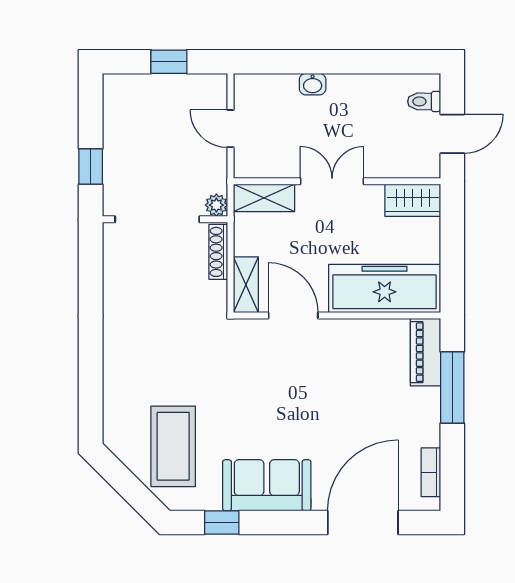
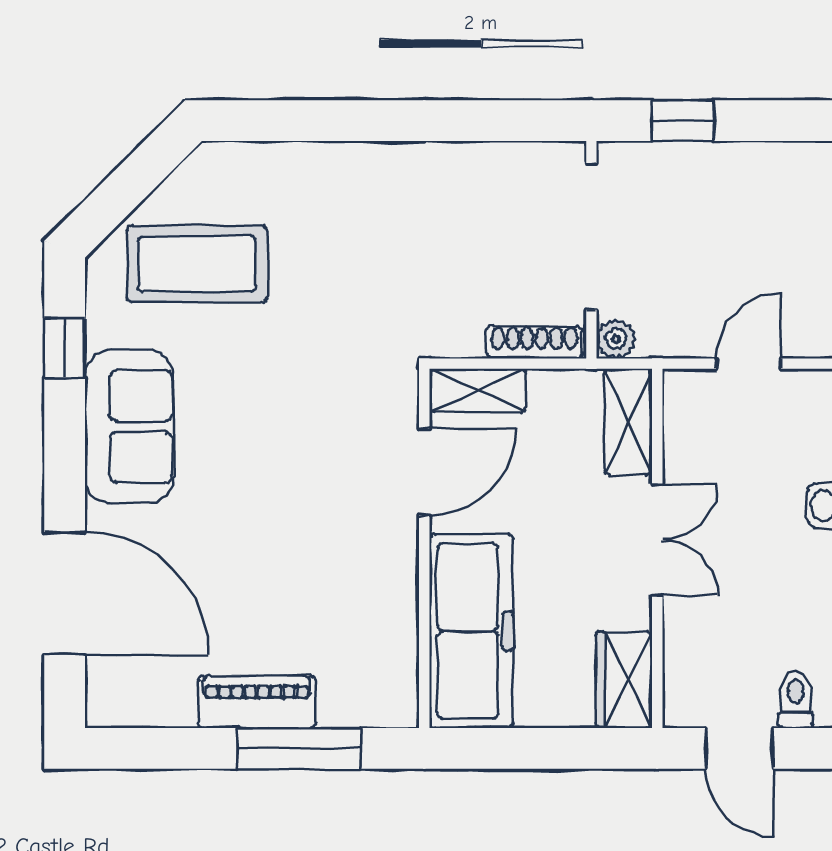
piano: (425, 352) -> (257, 702), moved
bookcase: (431, 472) -> (152, 711), removed

